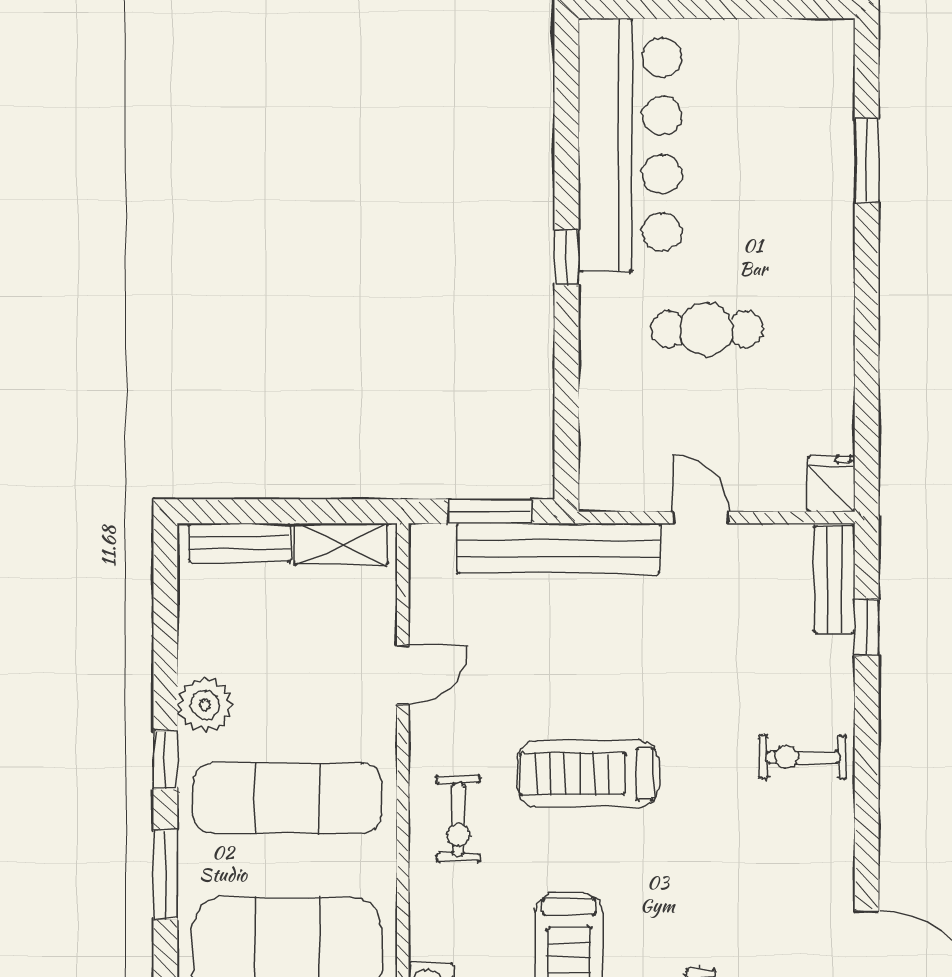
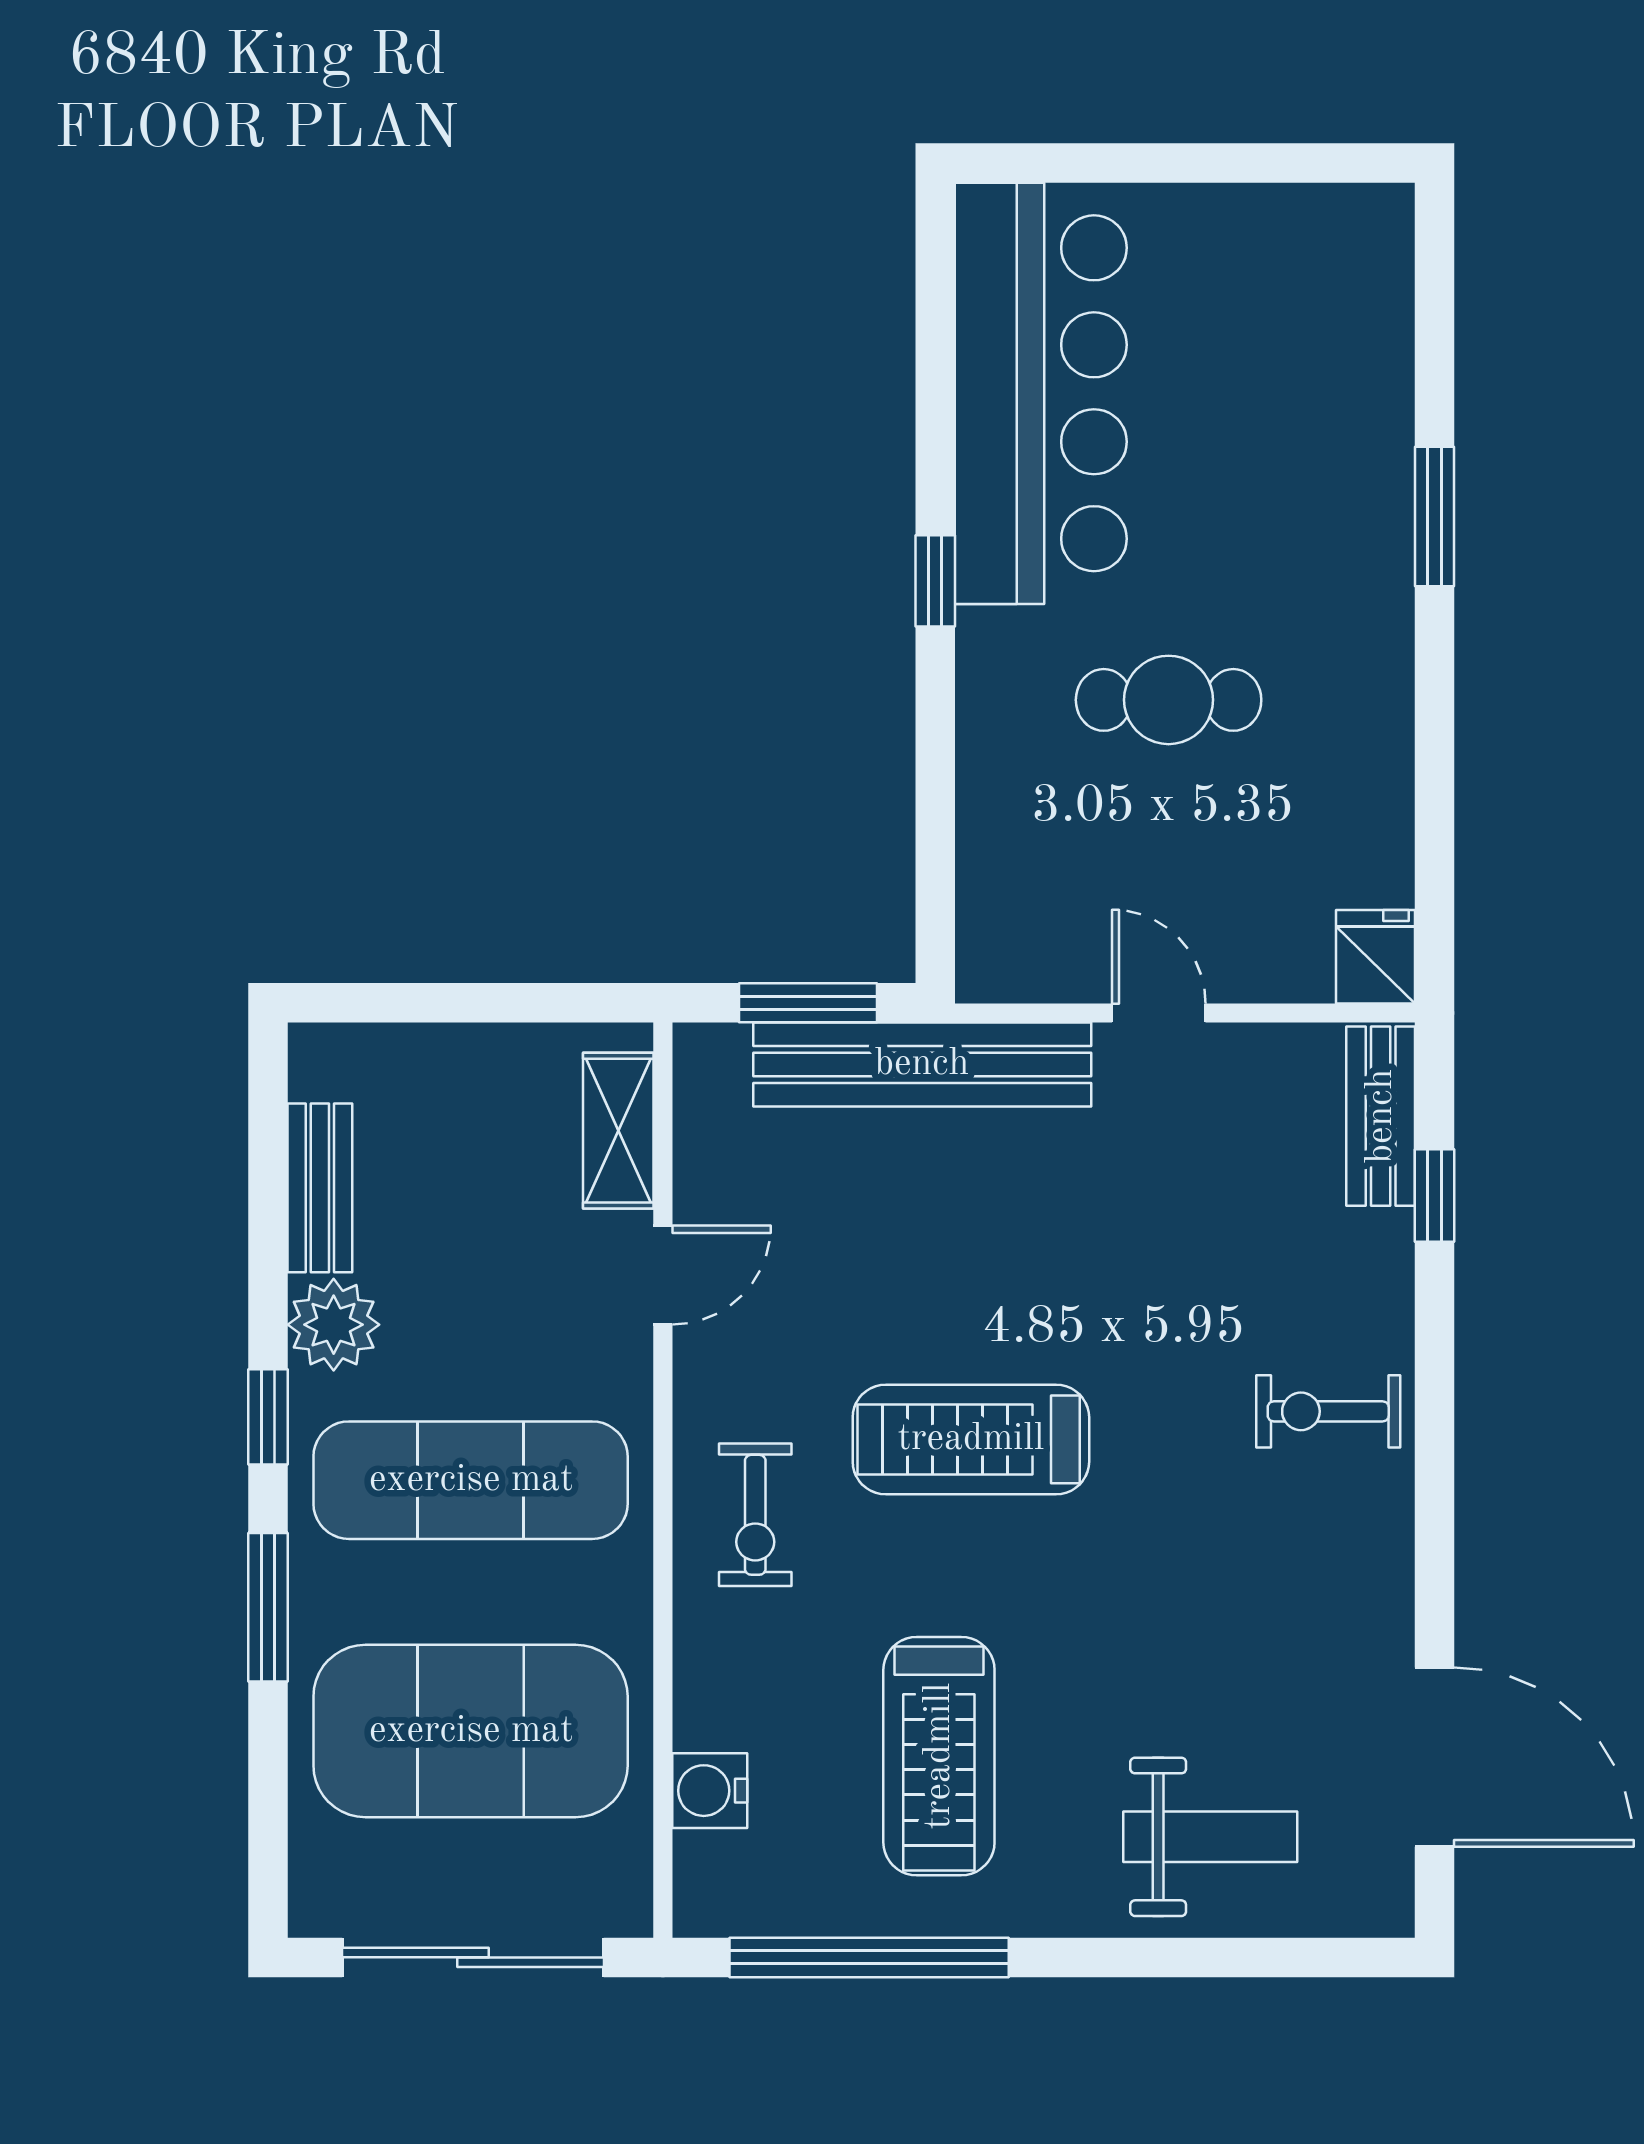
window: (867, 161) -> (1435, 516), moved
bench: (240, 542) -> (320, 1188), moved, turned 90
shelving: (341, 544) -> (618, 1131), moved, turned 90

